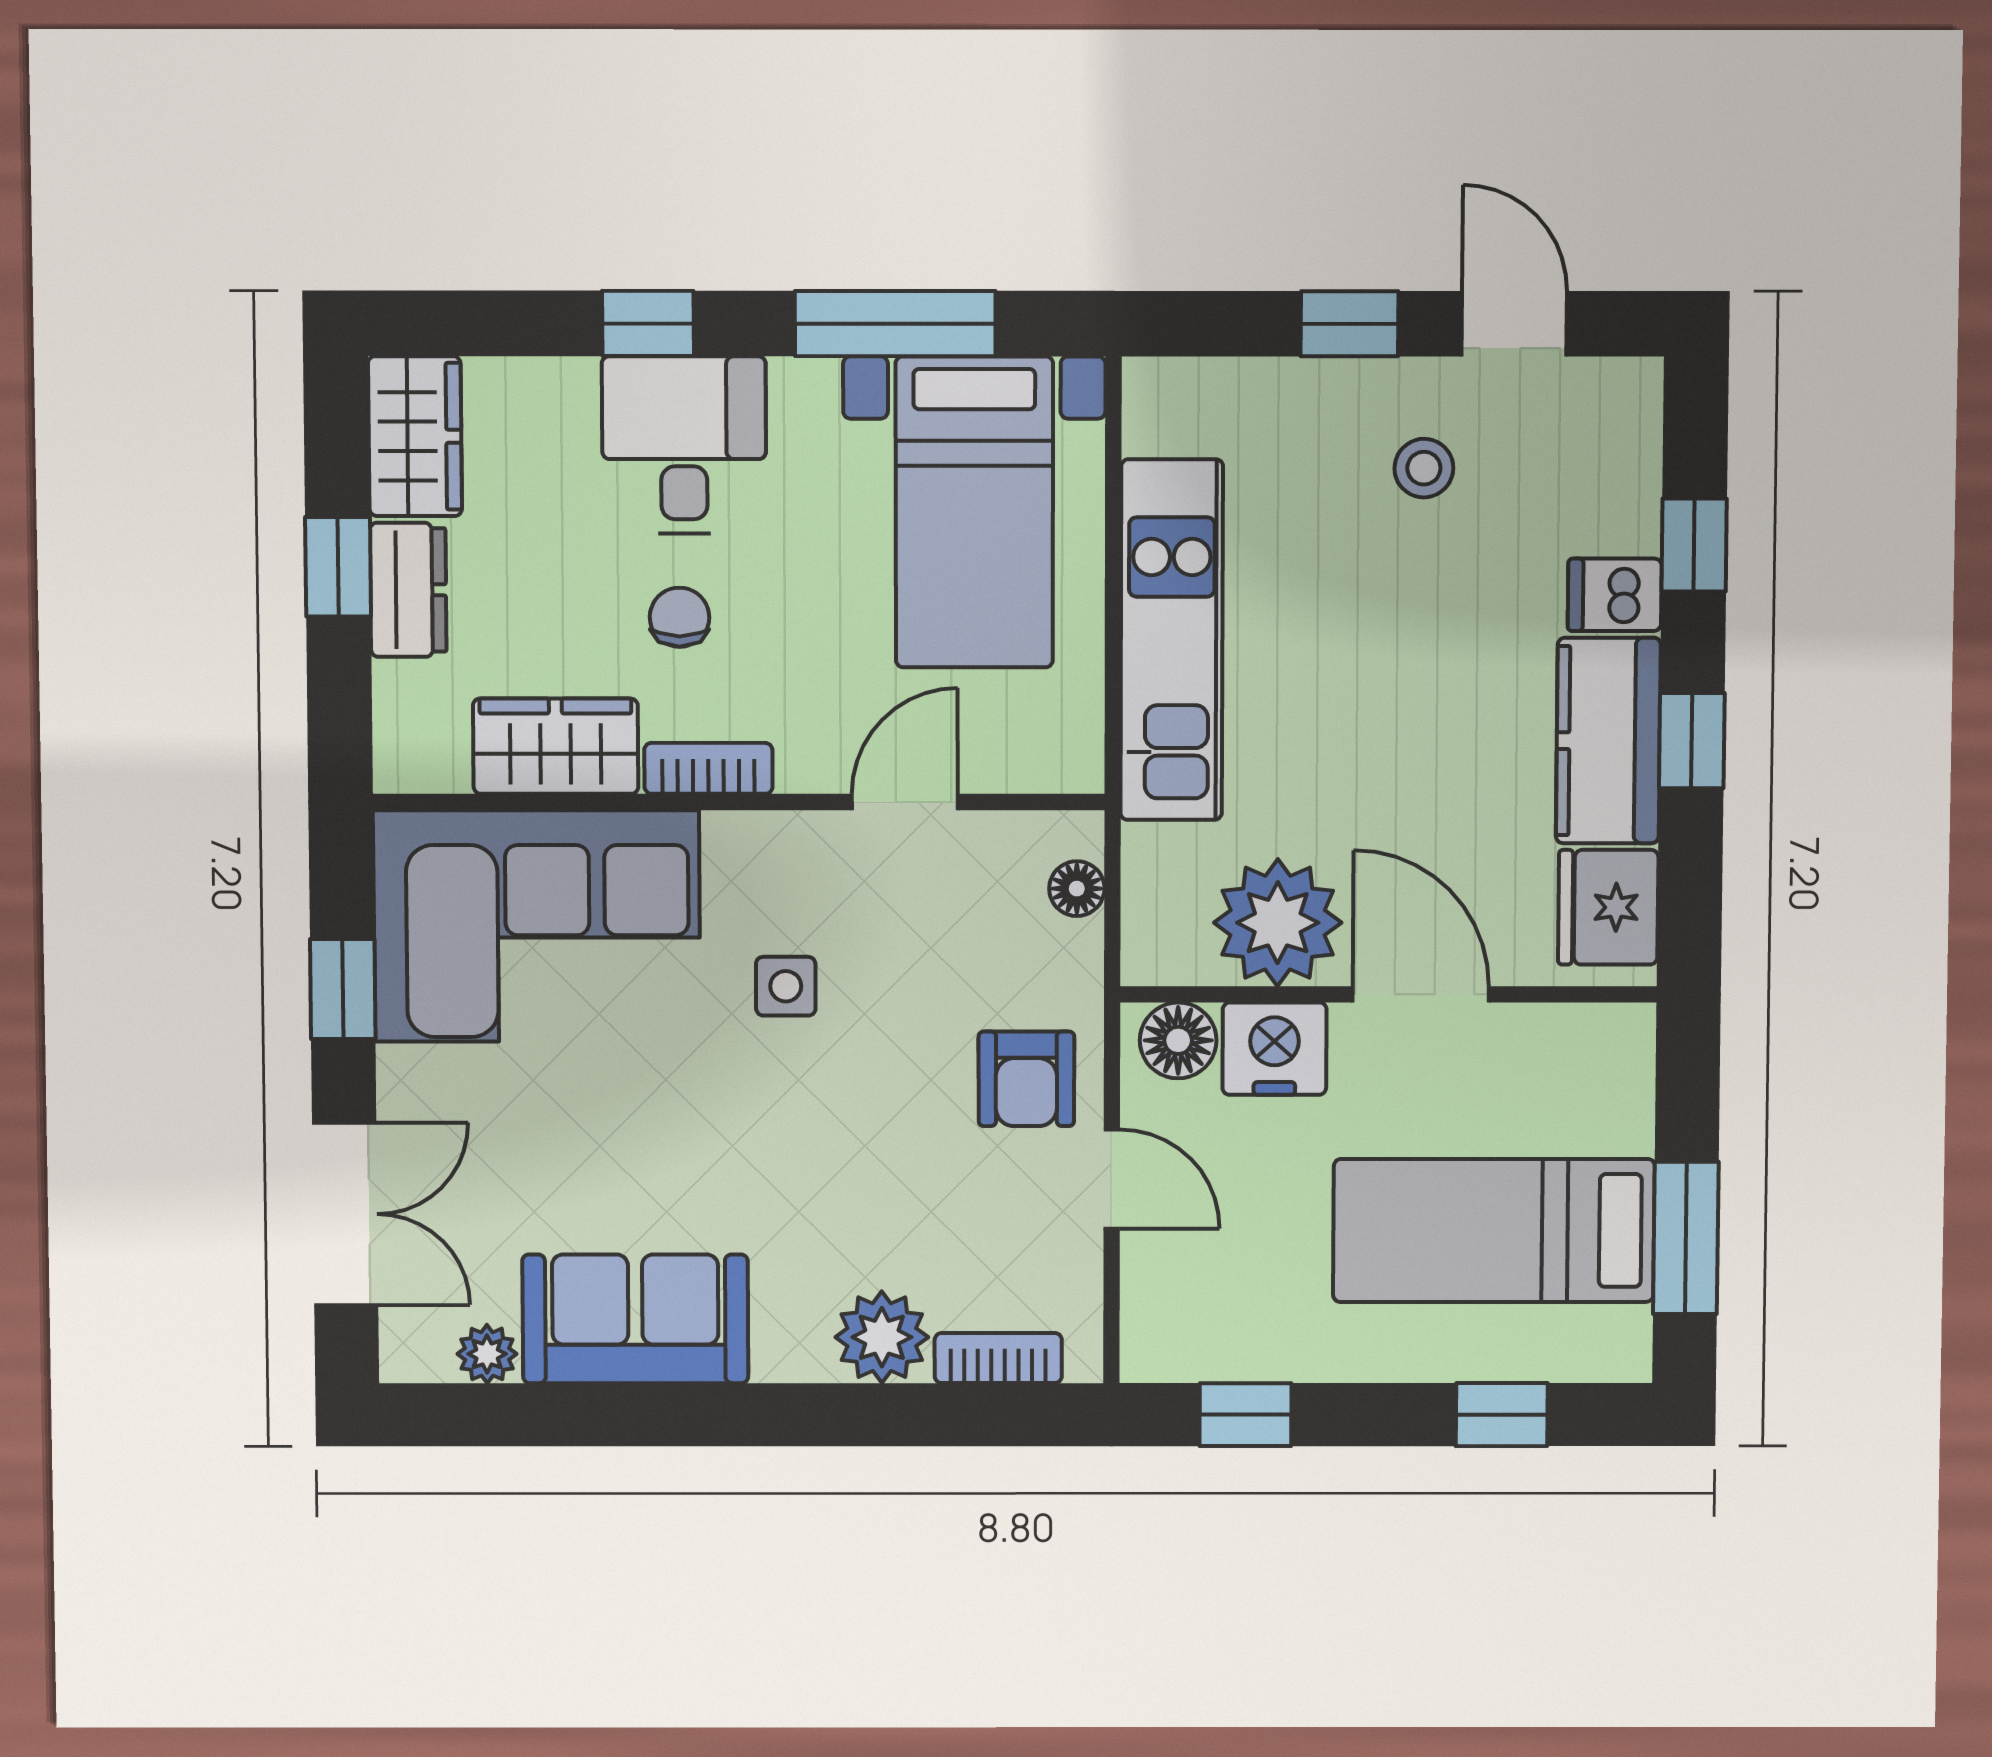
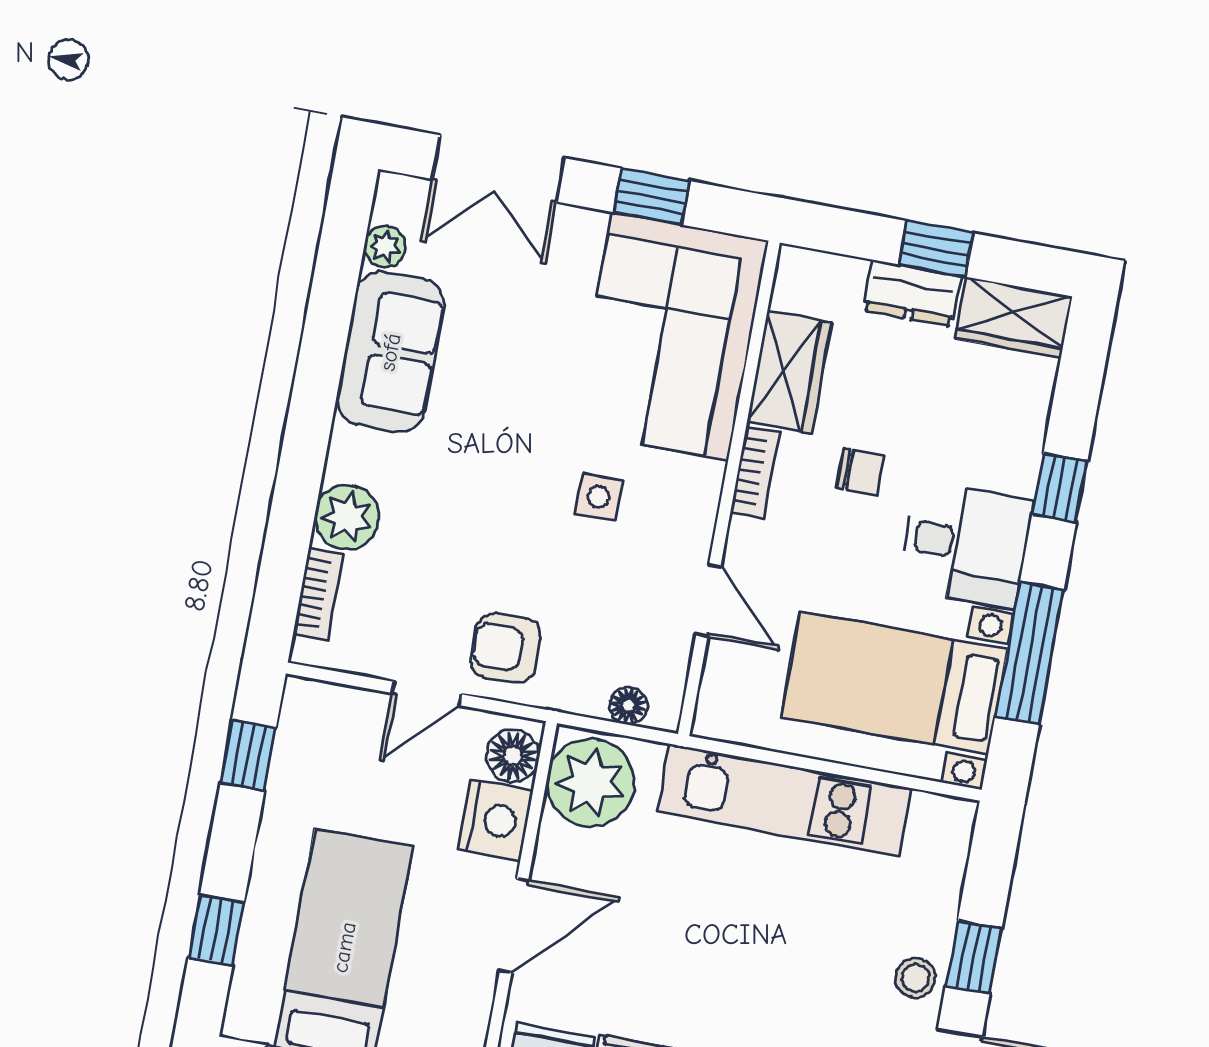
desk: (684, 445) -> (966, 544), moved
stool: (1424, 468) -> (915, 978), moved
plant: (1278, 923) -> (591, 782), moved

